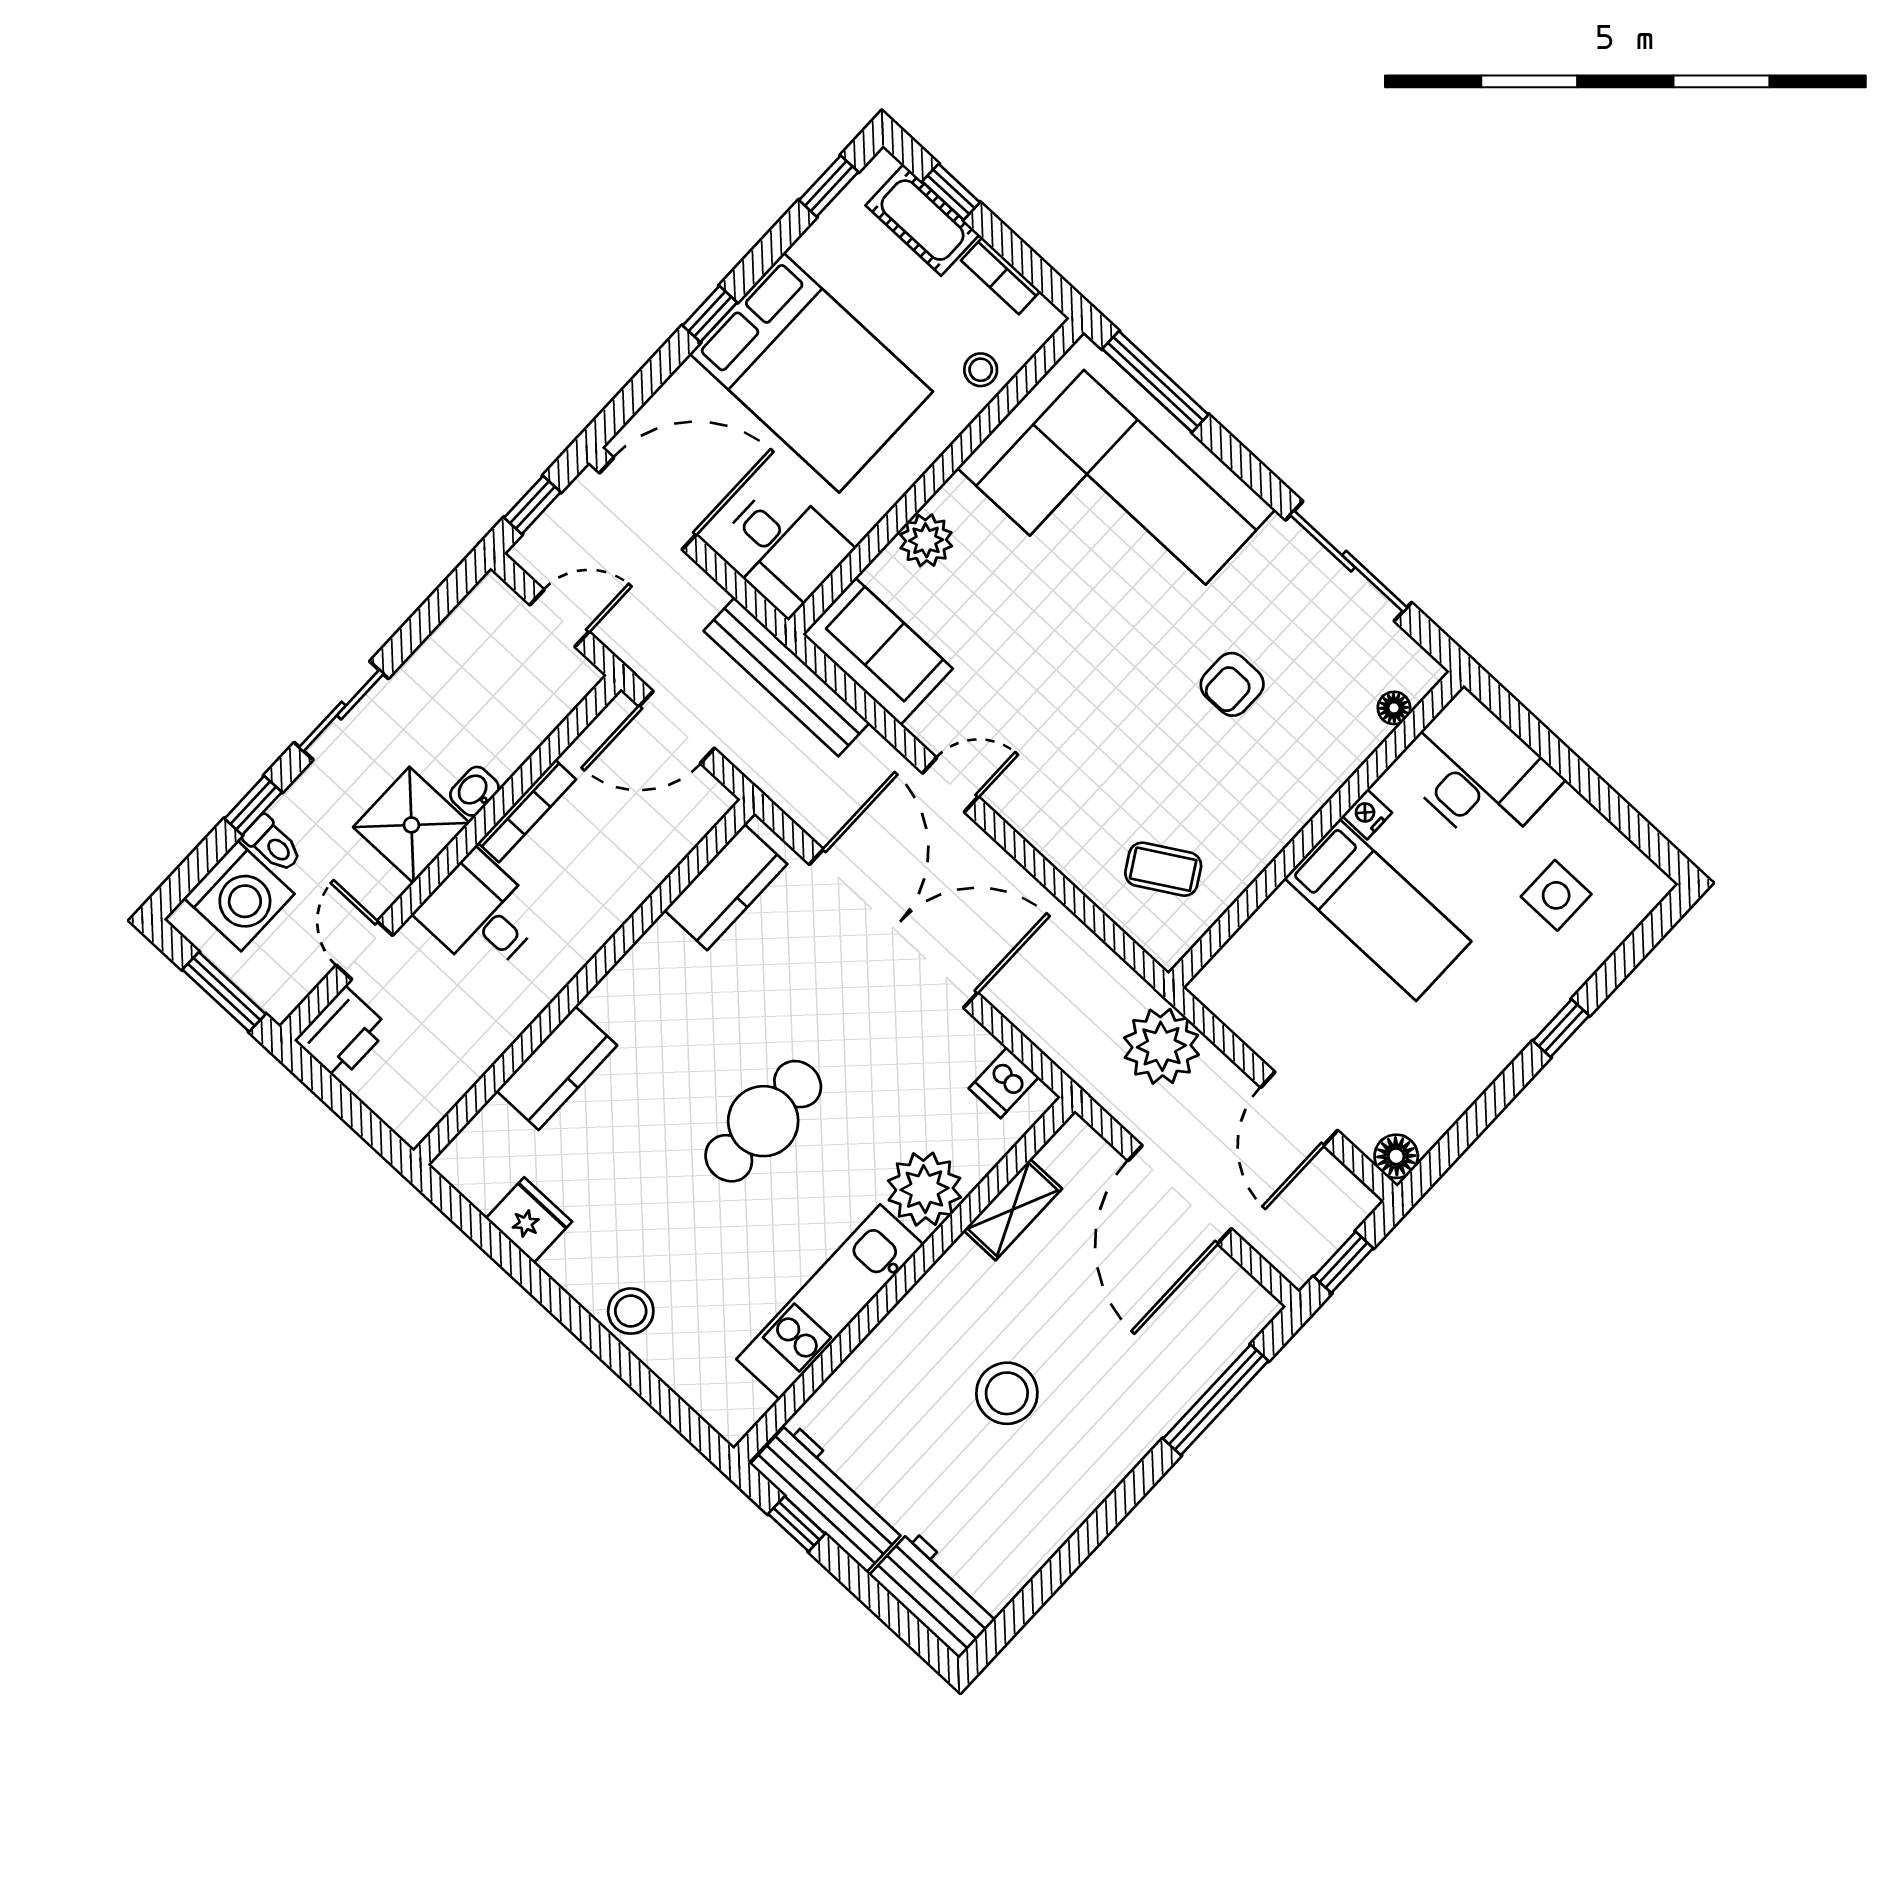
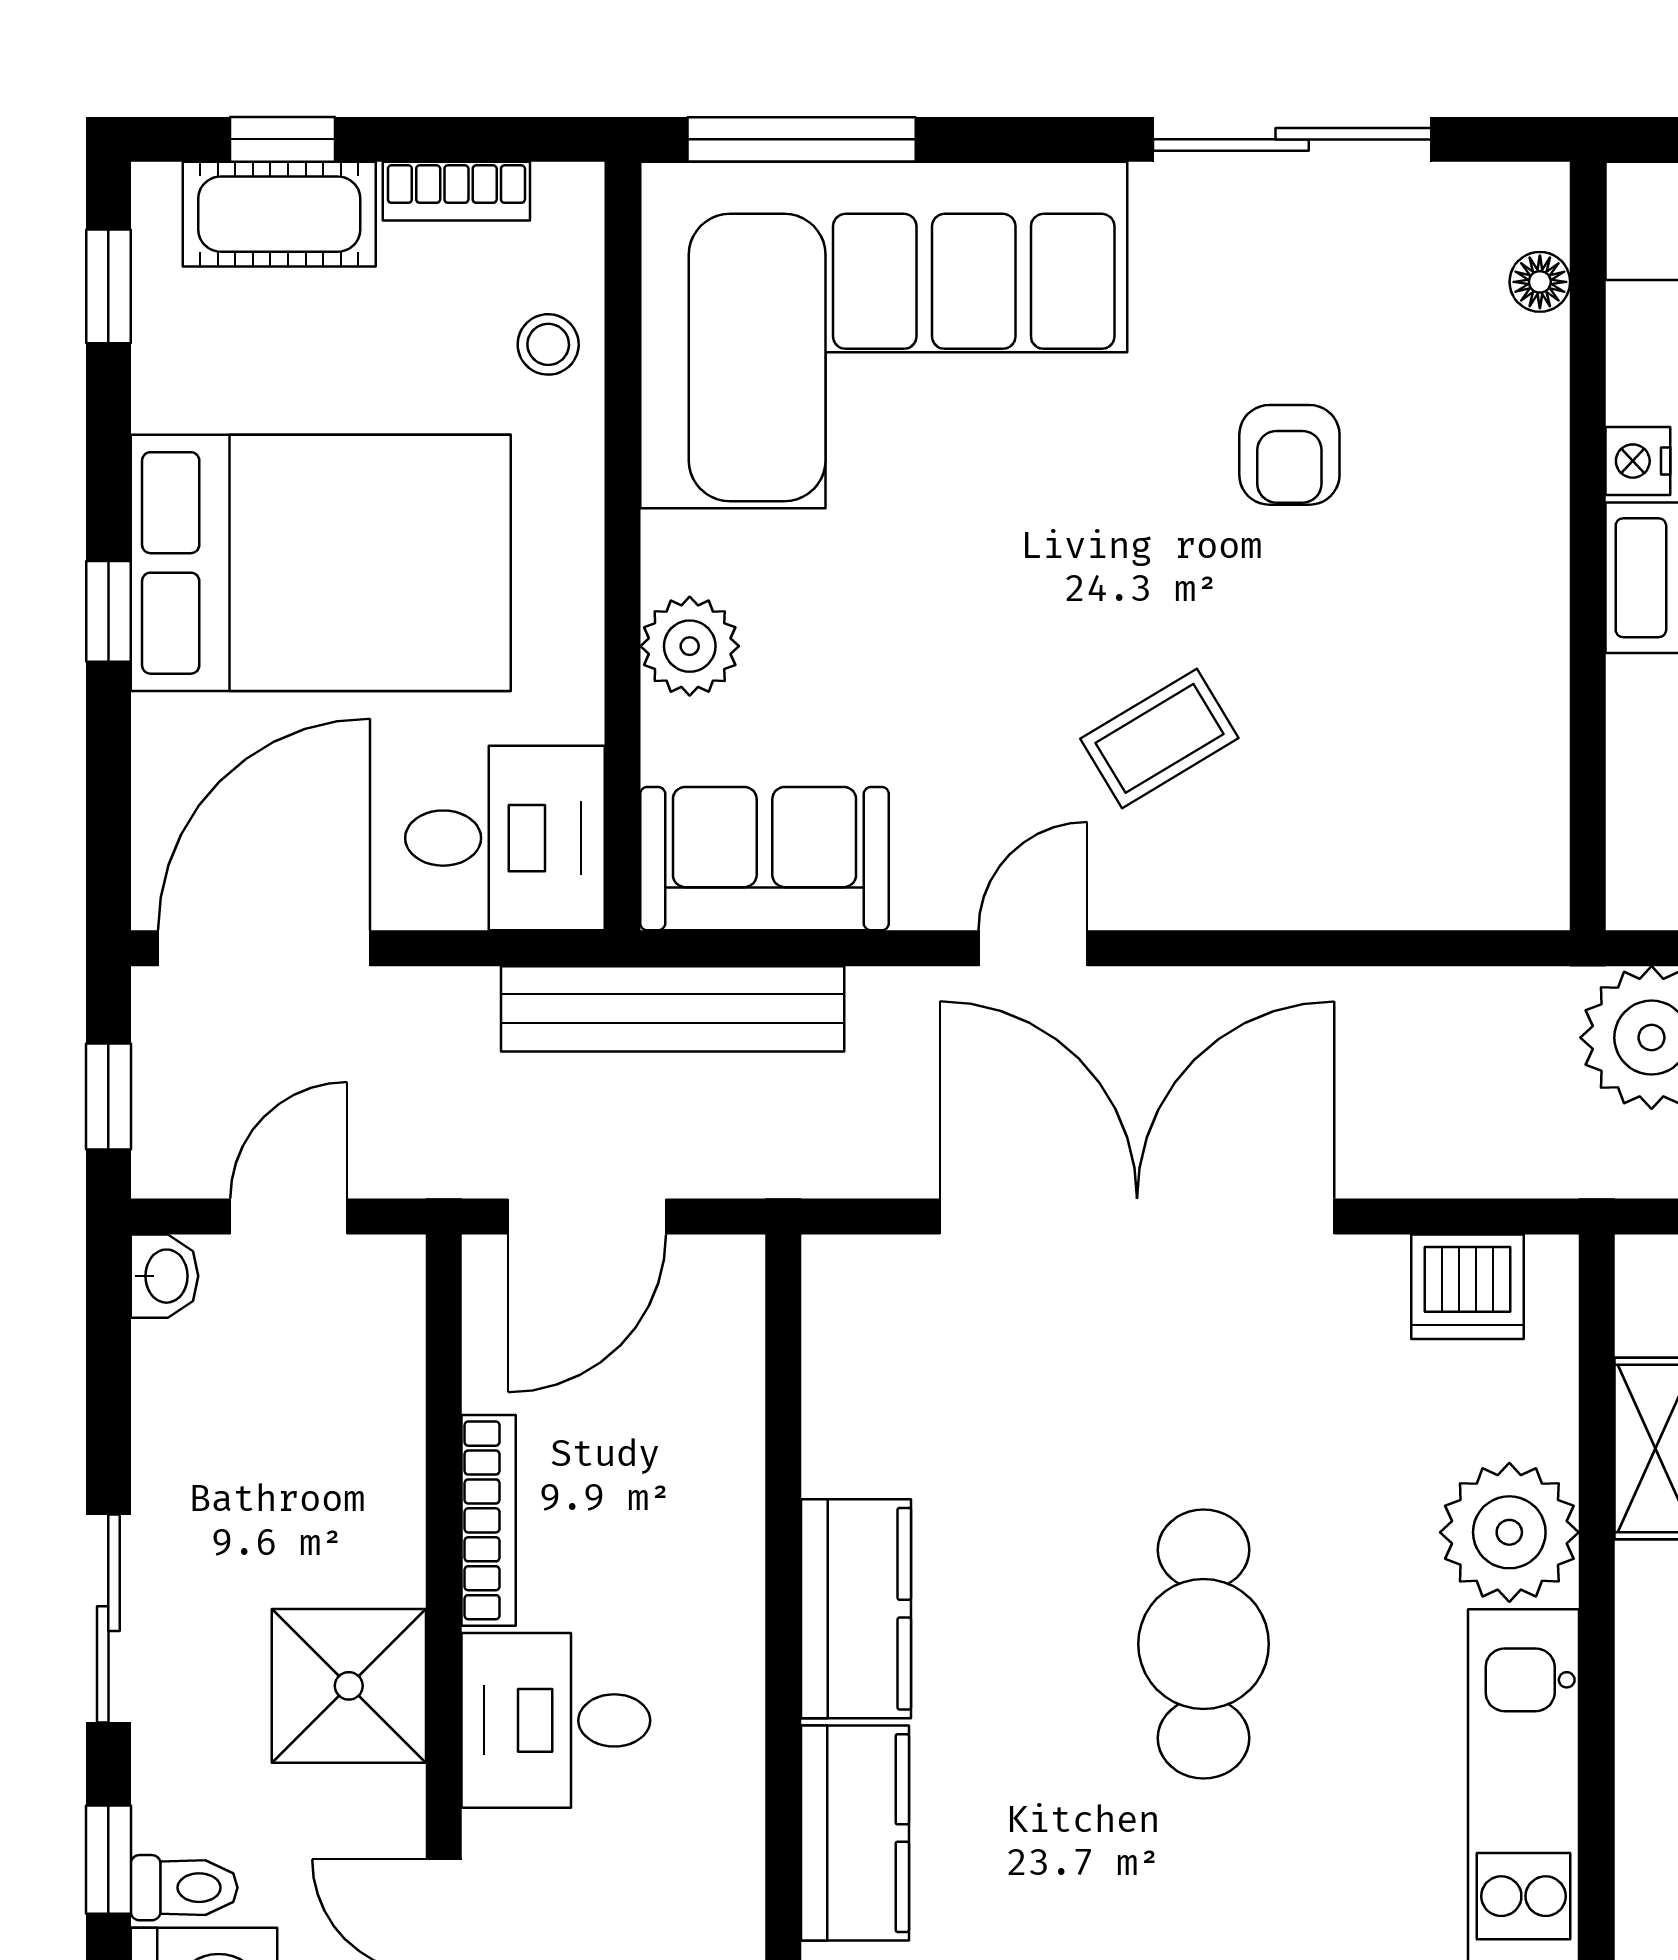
washbasin: (474, 791) -> (164, 1276), moved, turned 180
coffee table: (1163, 869) -> (1159, 738), moved
kitchen counter: (726, 887) -> (856, 1609), moved
dishwasher: (1004, 1083) -> (1468, 1287), width x1.38

